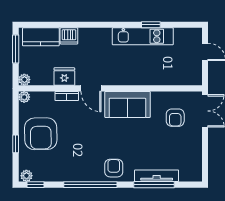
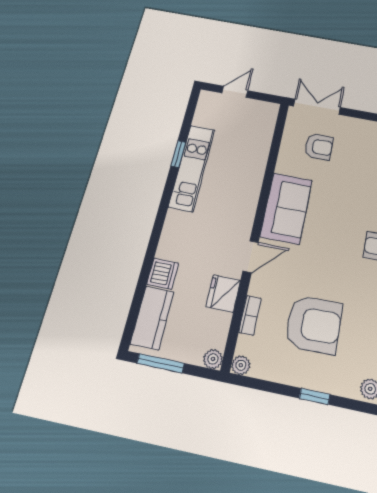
bookcase: (67, 96) -> (250, 315), moved
armchair: (41, 134) -> (314, 325), moved

